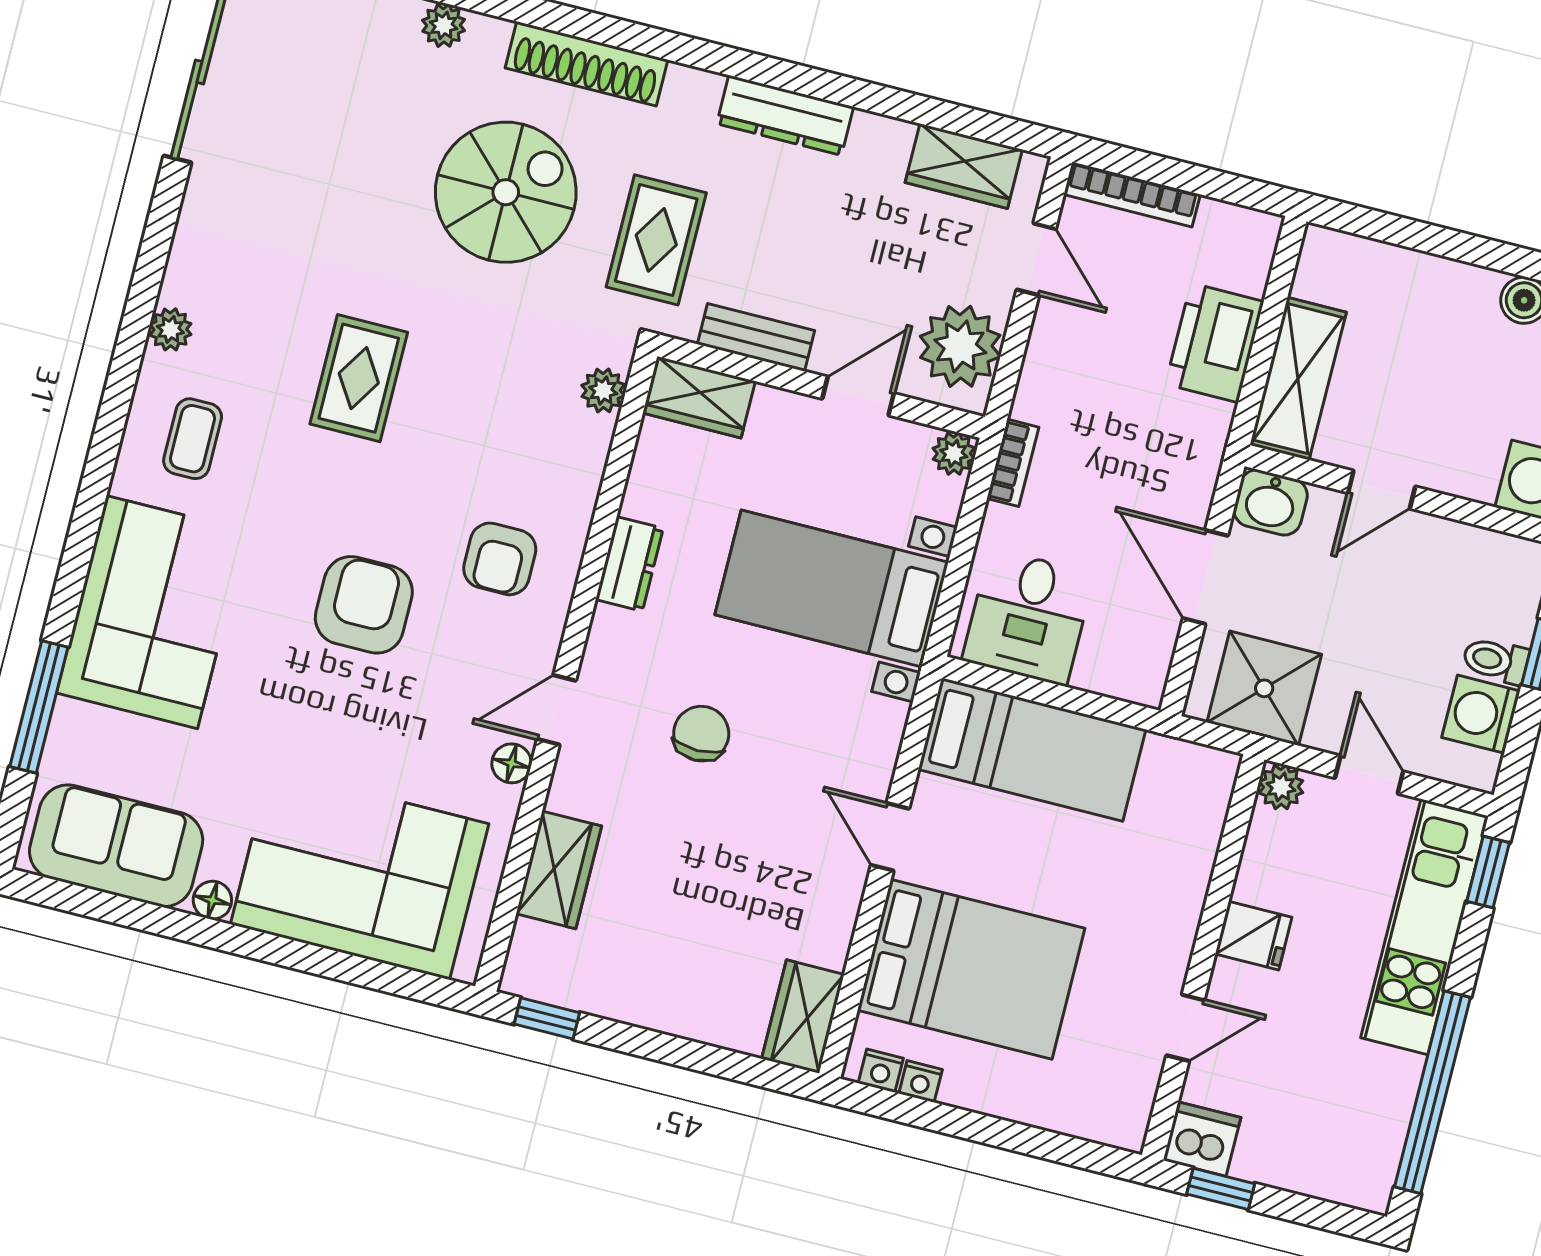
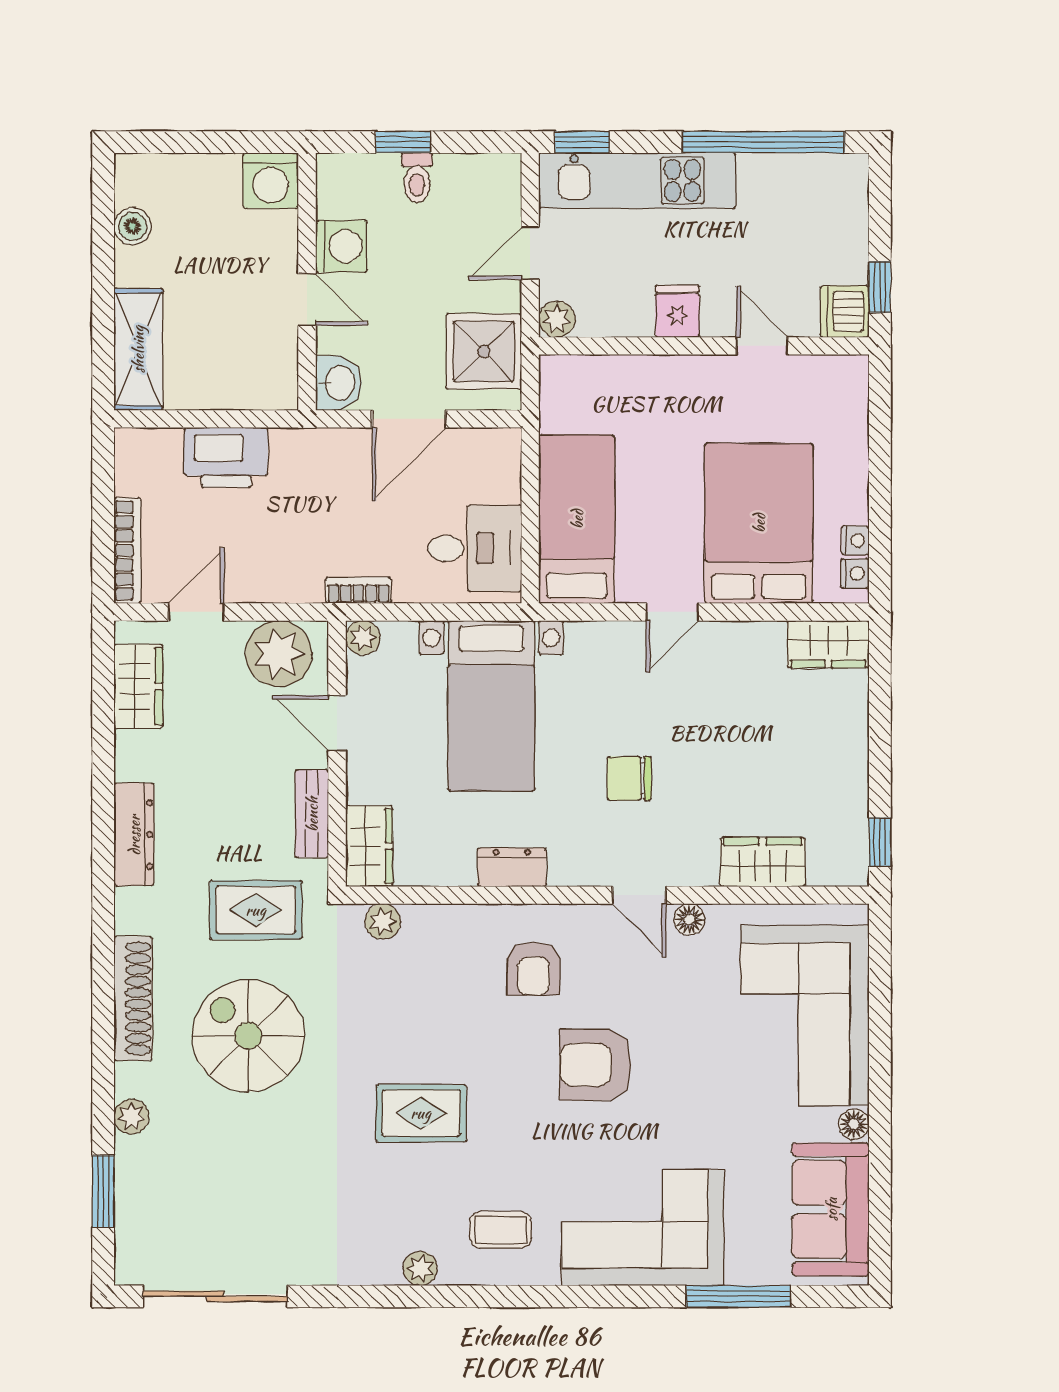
shelving: (1298, 379) -> (138, 349), moved, turned 90
armchair: (500, 559) -> (533, 969), turned 90
washing machine: (1481, 714) -> (341, 246), moved, turned -90

